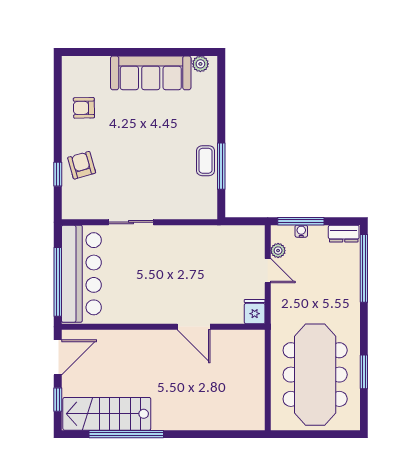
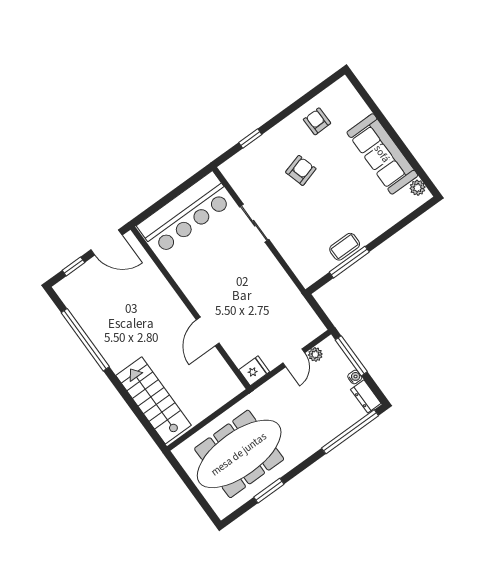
armchair: (82, 165) -> (301, 170), moved
water cooler: (301, 231) -> (355, 377), moved
window: (58, 282) -> (166, 200), removed
stairs: (107, 414) -> (154, 400), moved

